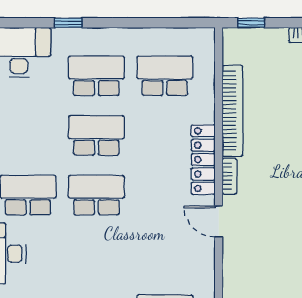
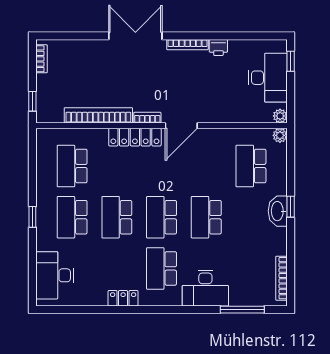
window: (68, 23) -> (32, 217), moved
door: (219, 222) -> (181, 126), width x1.38
school desk: (96, 255) -> (206, 217), added

